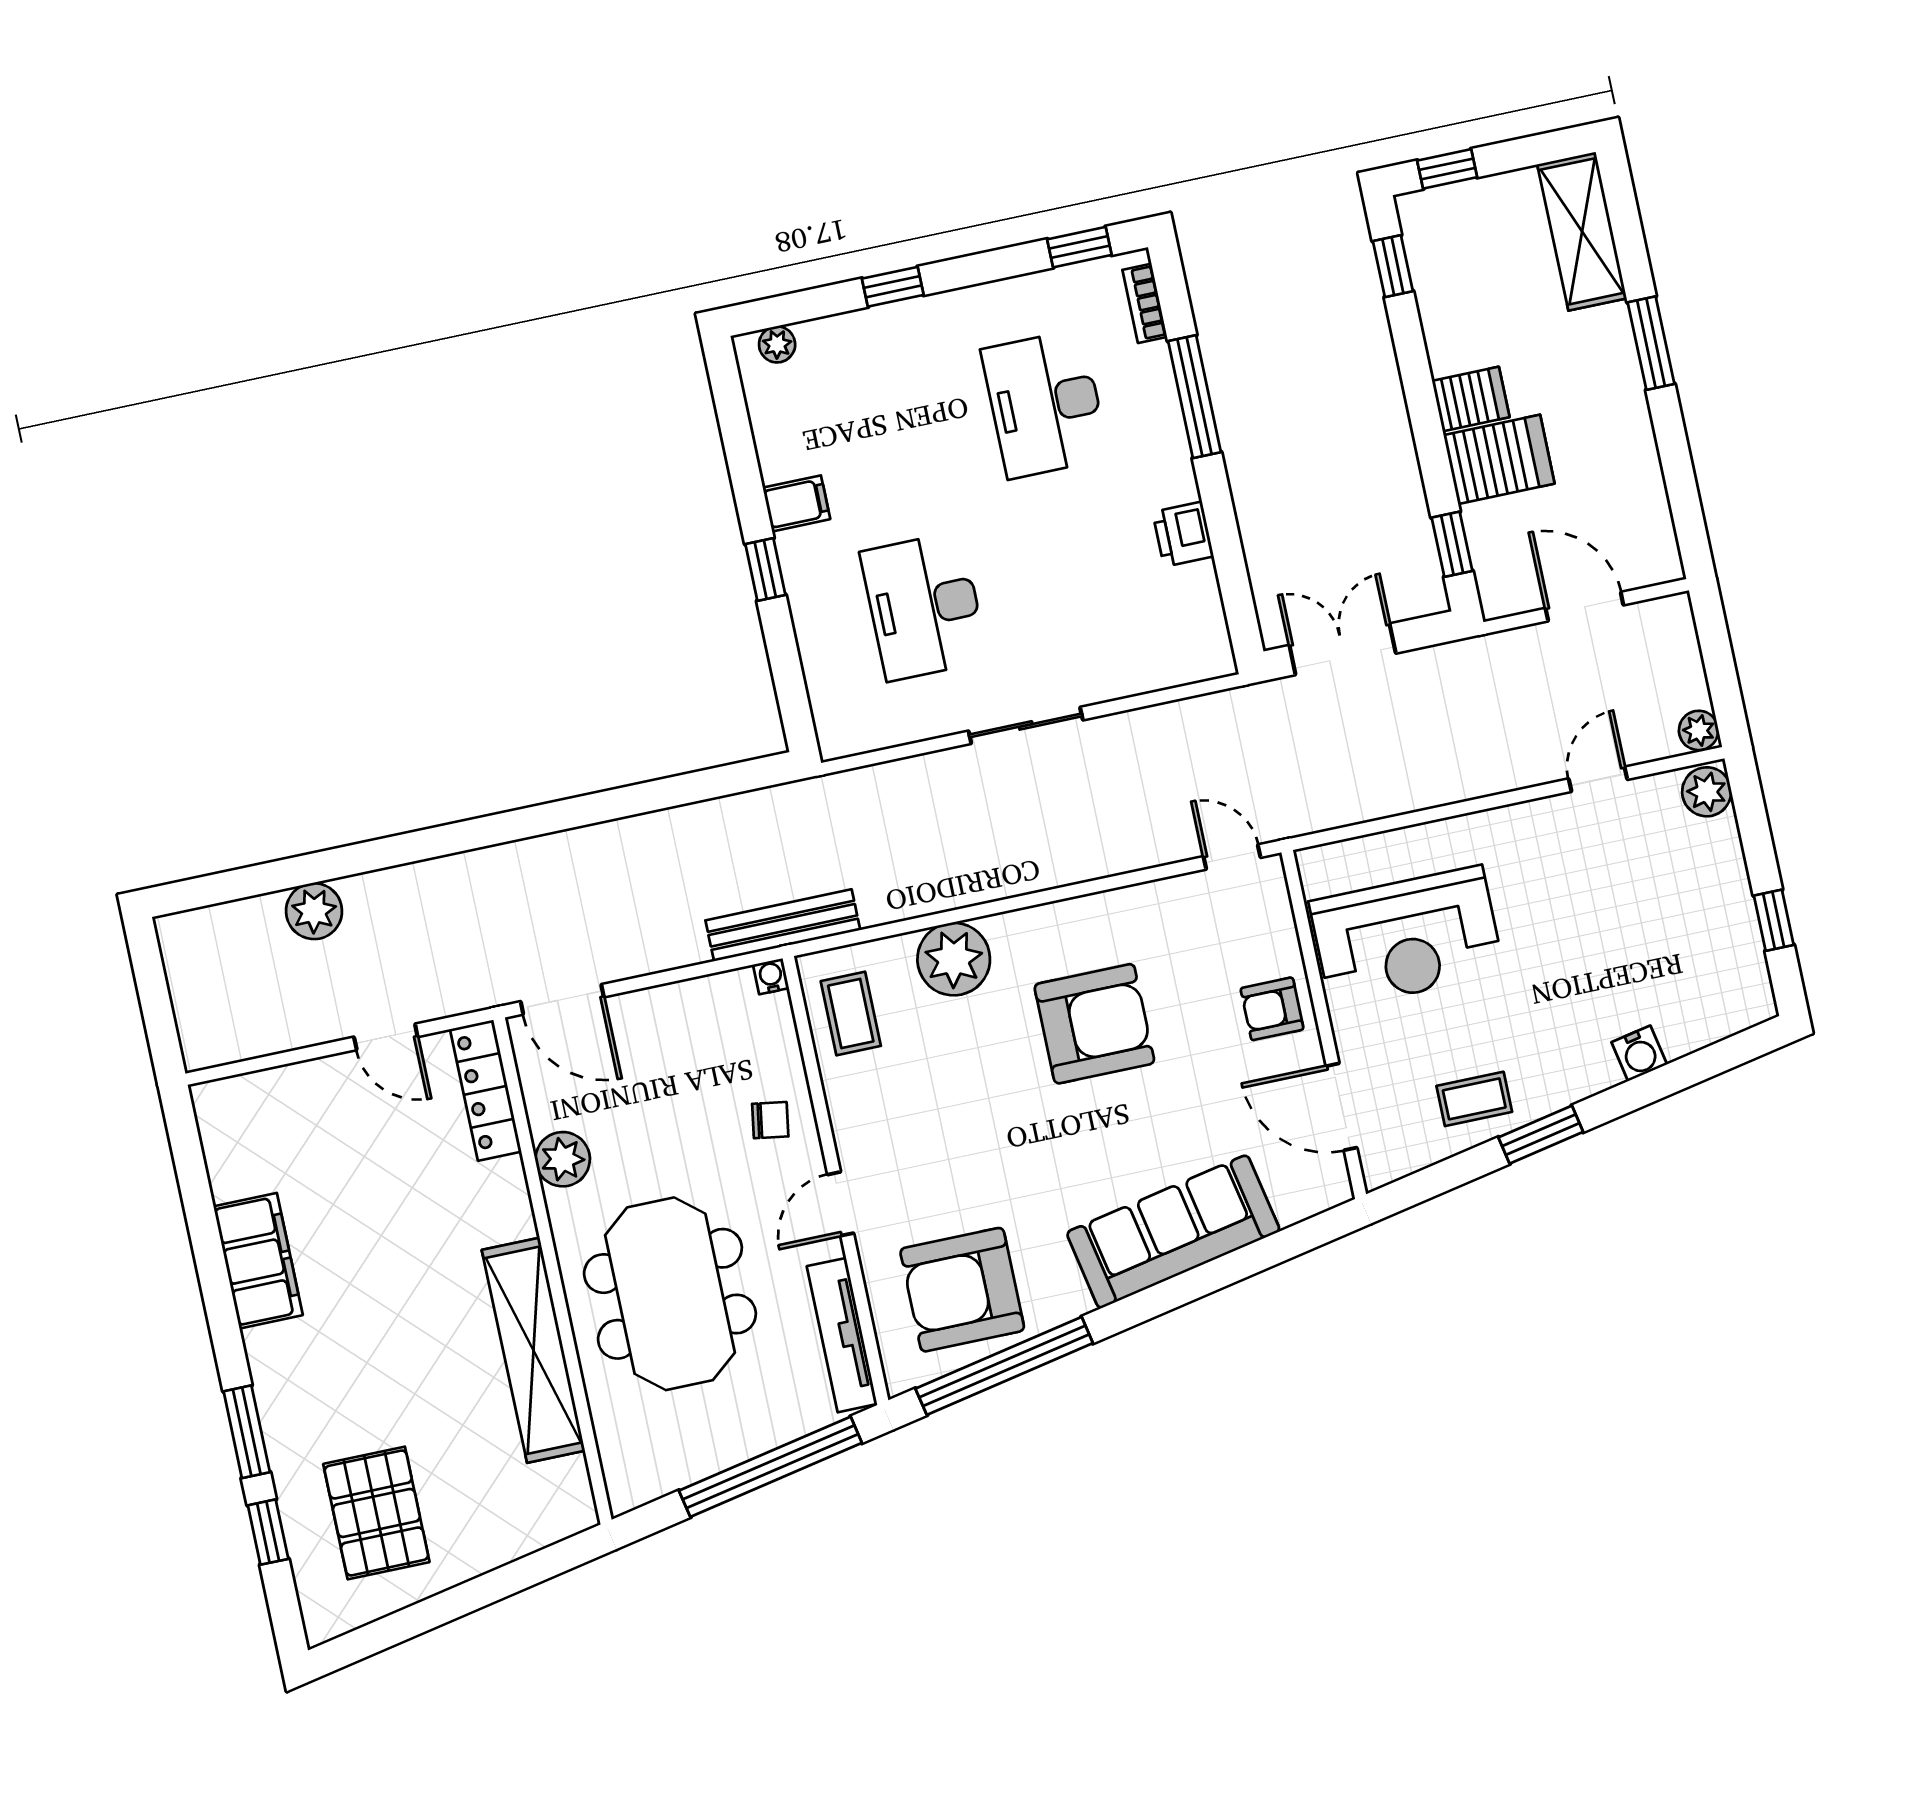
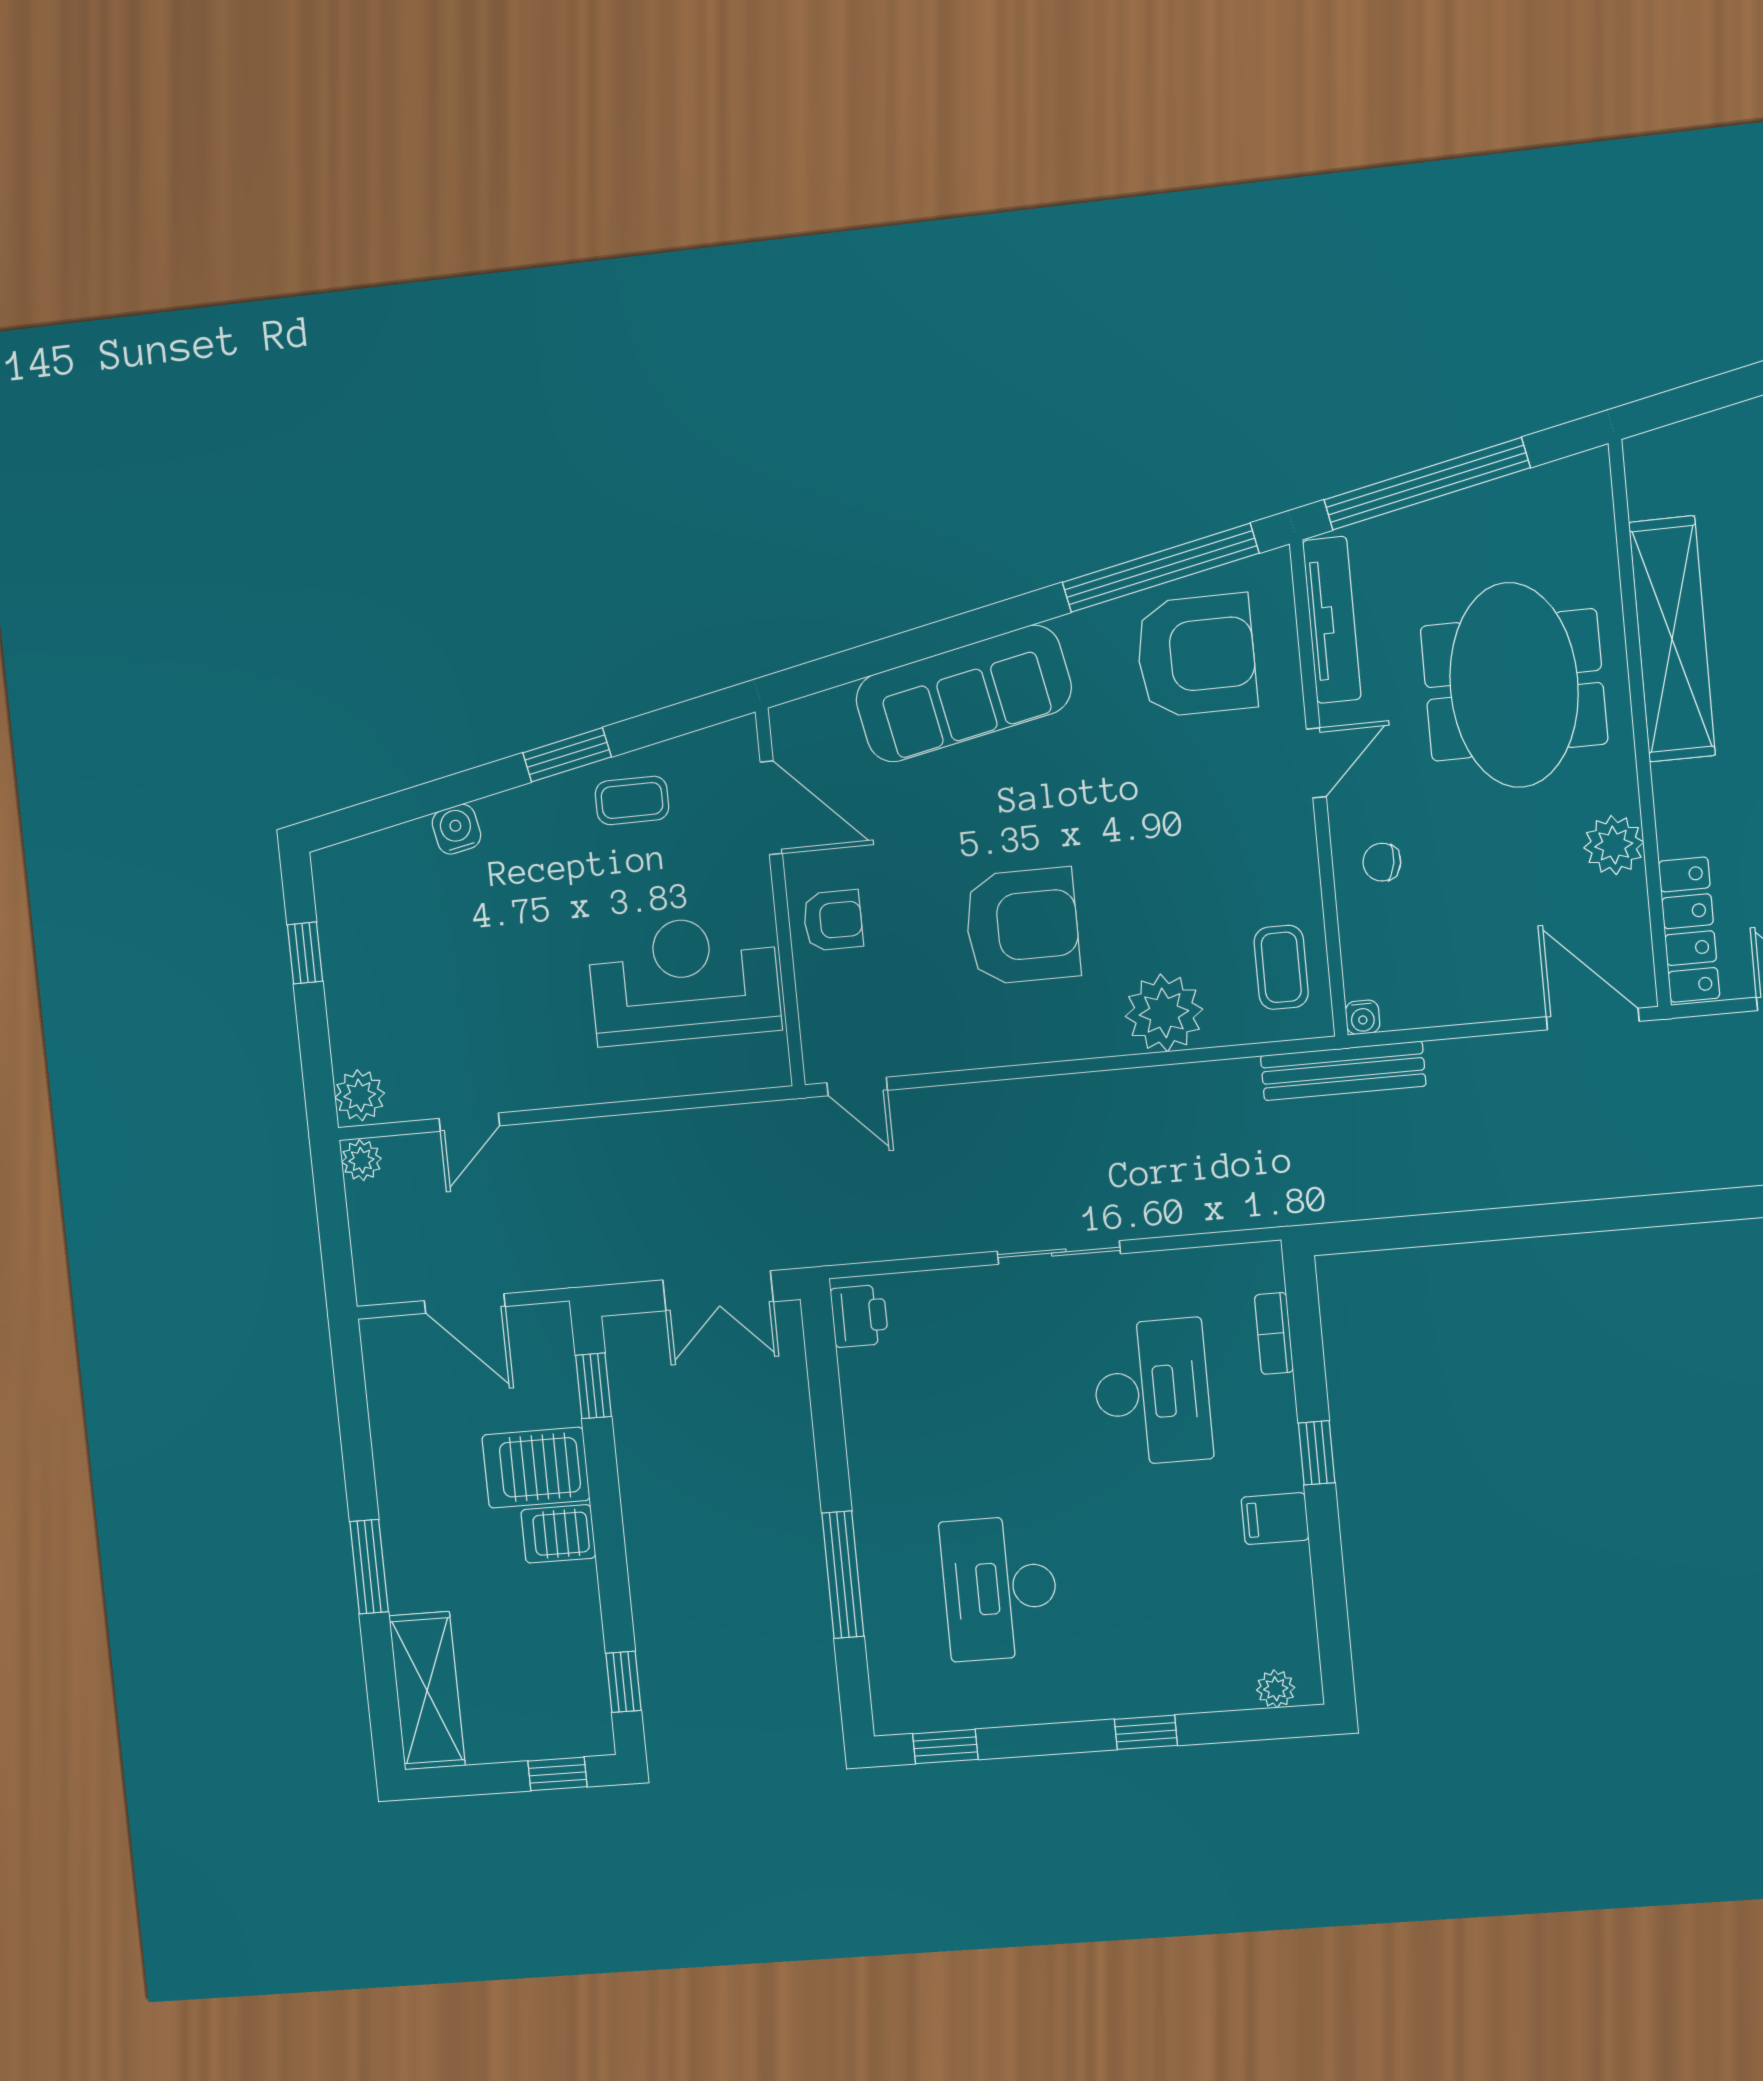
bookcase: (1145, 303) -> (1274, 1333), moved, turned 180
desk: (1045, 404) -> (1000, 1588), turned 180
printer: (1183, 534) -> (859, 1316), moved
armchair: (1094, 1024) -> (1022, 926), turned 180

